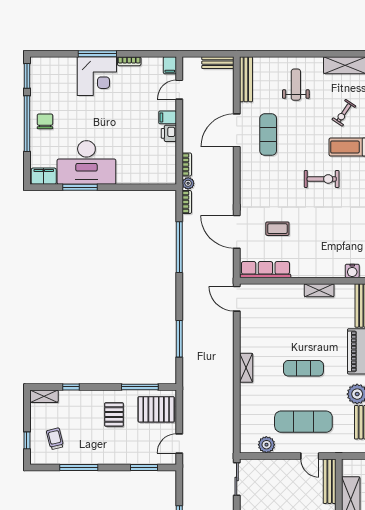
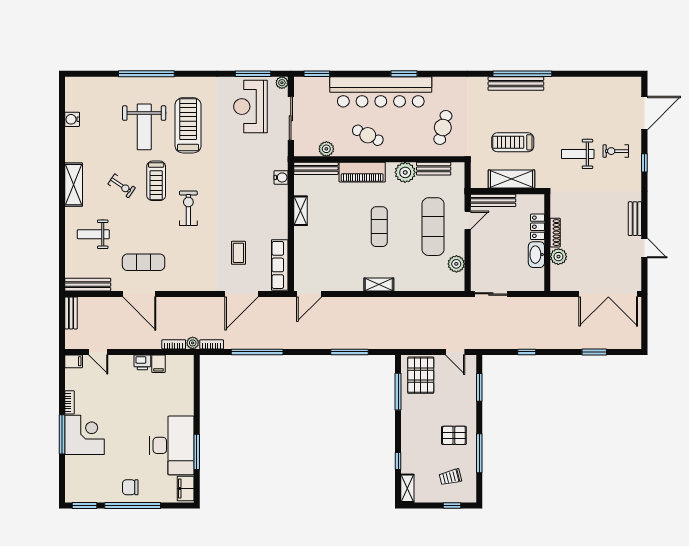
filing cabinet: (168, 117) -> (158, 364), moved
pallet: (114, 414) -> (454, 435), moved

